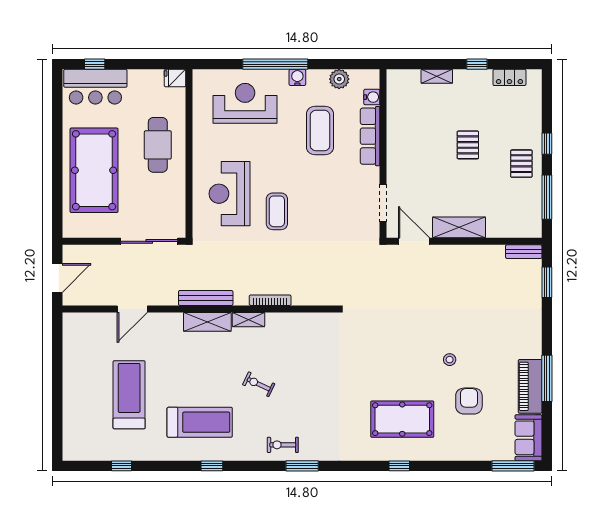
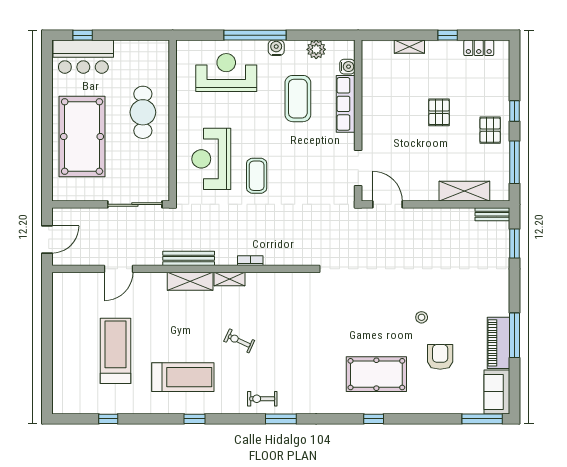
fridge: (175, 78) -> (159, 48), removed
shelving: (459, 227) -> (464, 191), moved
bookcase: (270, 300) -> (250, 261), width x0.64

